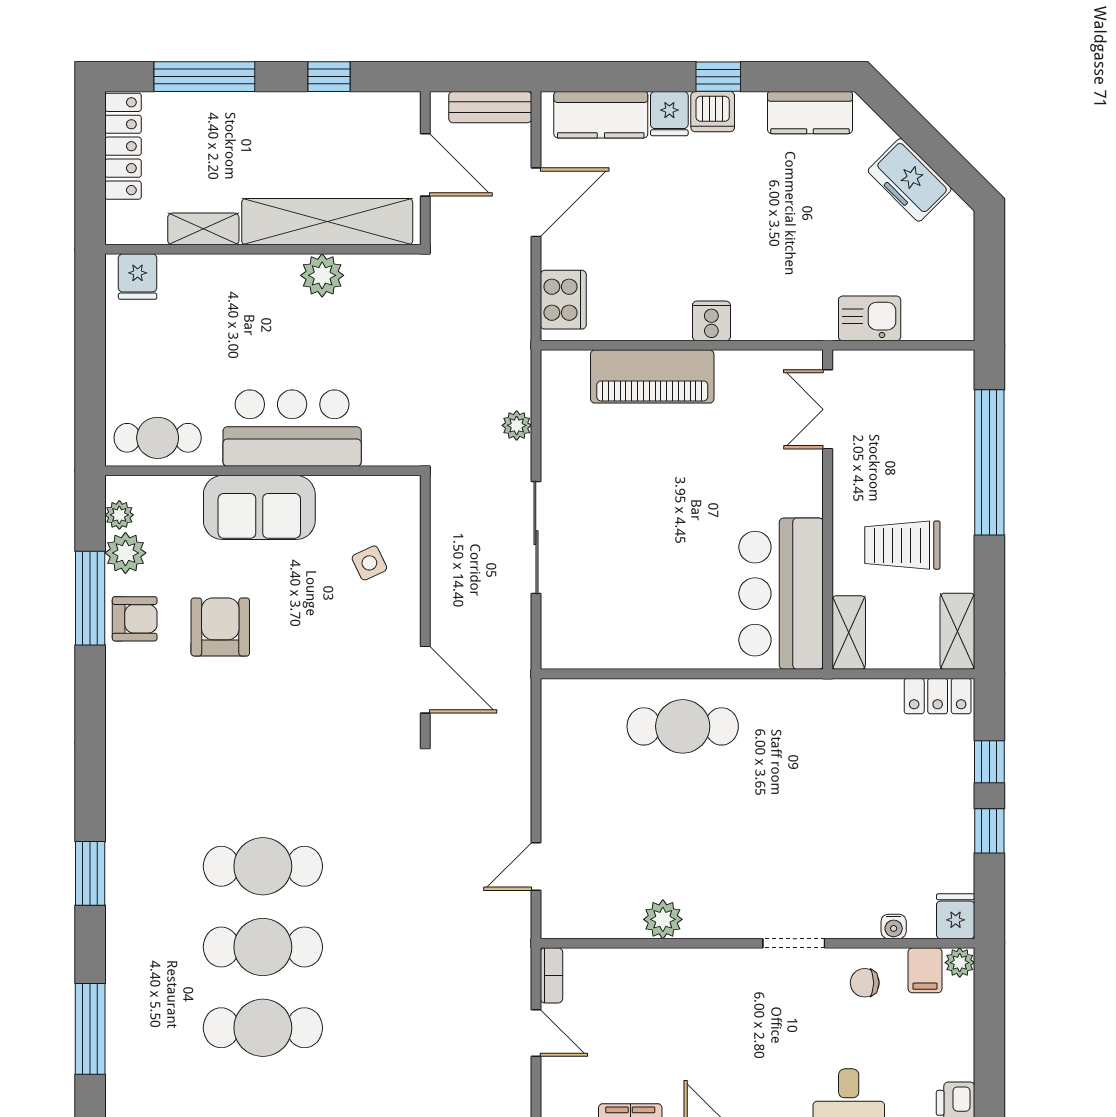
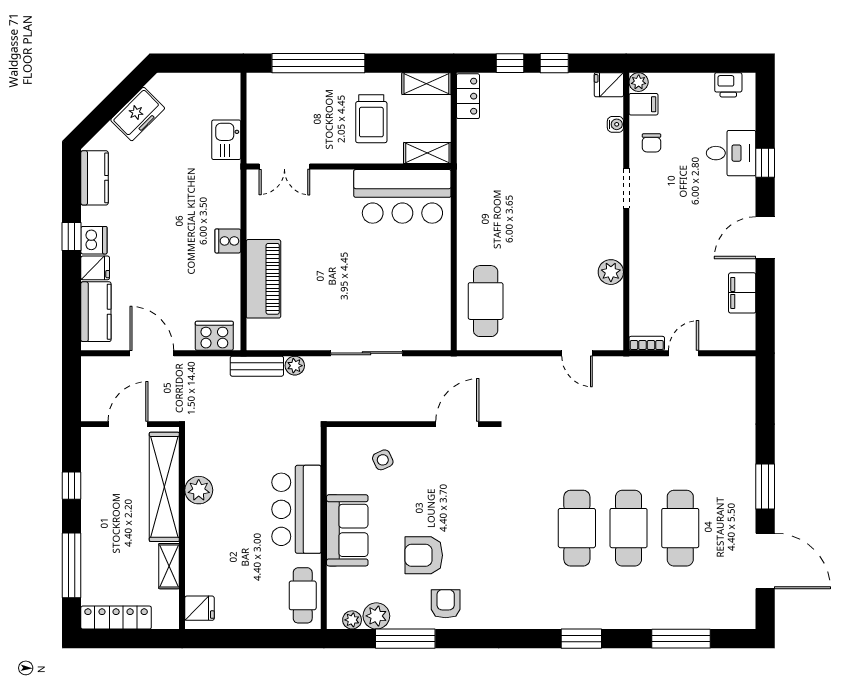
bench: (490, 107) -> (257, 366), moved, turned 90
armchair: (135, 619) -> (446, 604), moved
cafe table: (683, 726) -> (486, 301), moved

